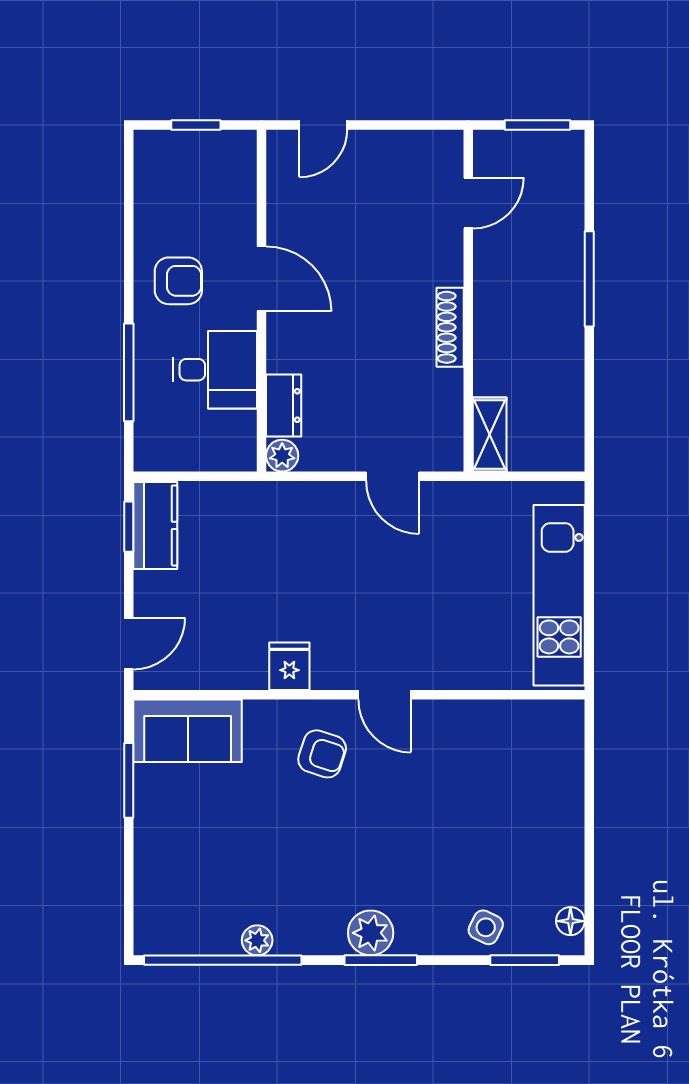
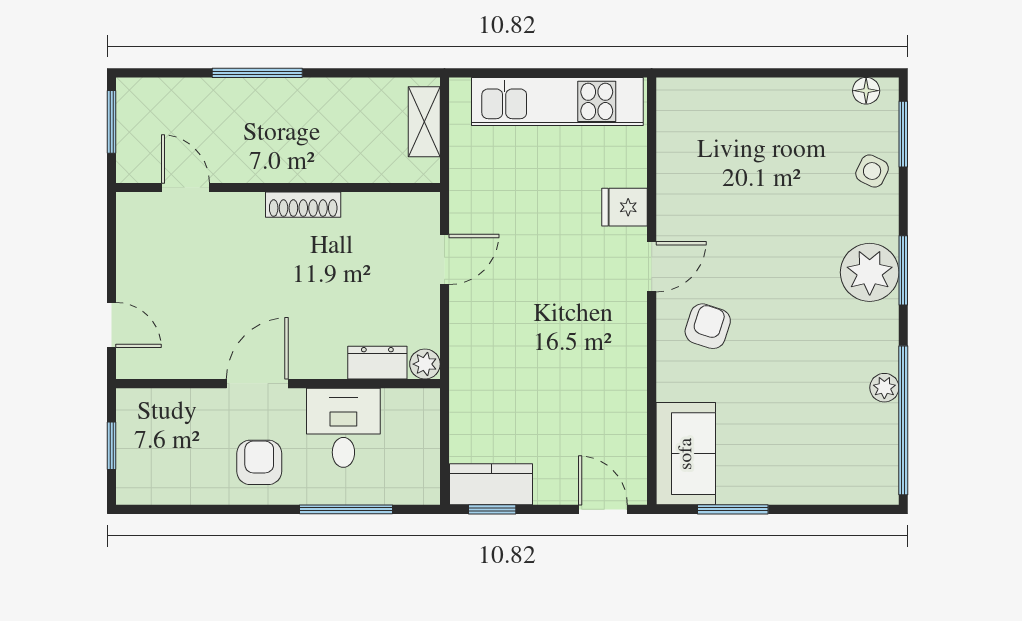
shelving: (490, 435) -> (424, 122), moved, turned 90
fridge: (289, 666) -> (625, 207), moved
plant: (371, 933) -> (870, 272), width x1.36, depth x1.36

